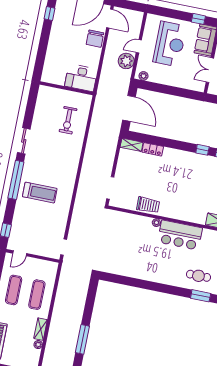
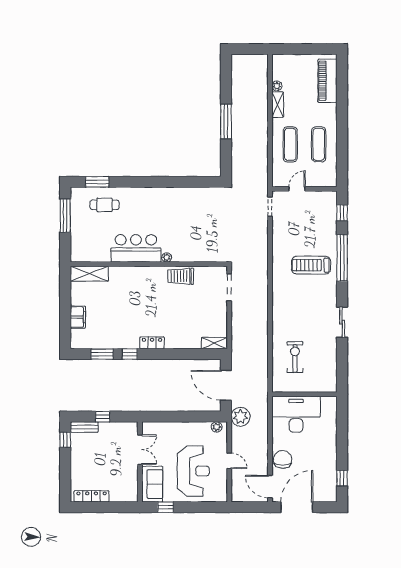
reception desk: (170, 44) -> (193, 471), turned 180
door: (139, 46) -> (229, 461), hinge flipped
plant: (126, 61) -> (241, 417), moved
desk: (81, 78) -> (296, 414), width x1.36, depth x1.30
locker: (153, 149) -> (152, 343), moved
window: (16, 180) -> (342, 258), moved
door: (20, 253) -> (297, 189), moved
window: (82, 339) -> (226, 121), moved

